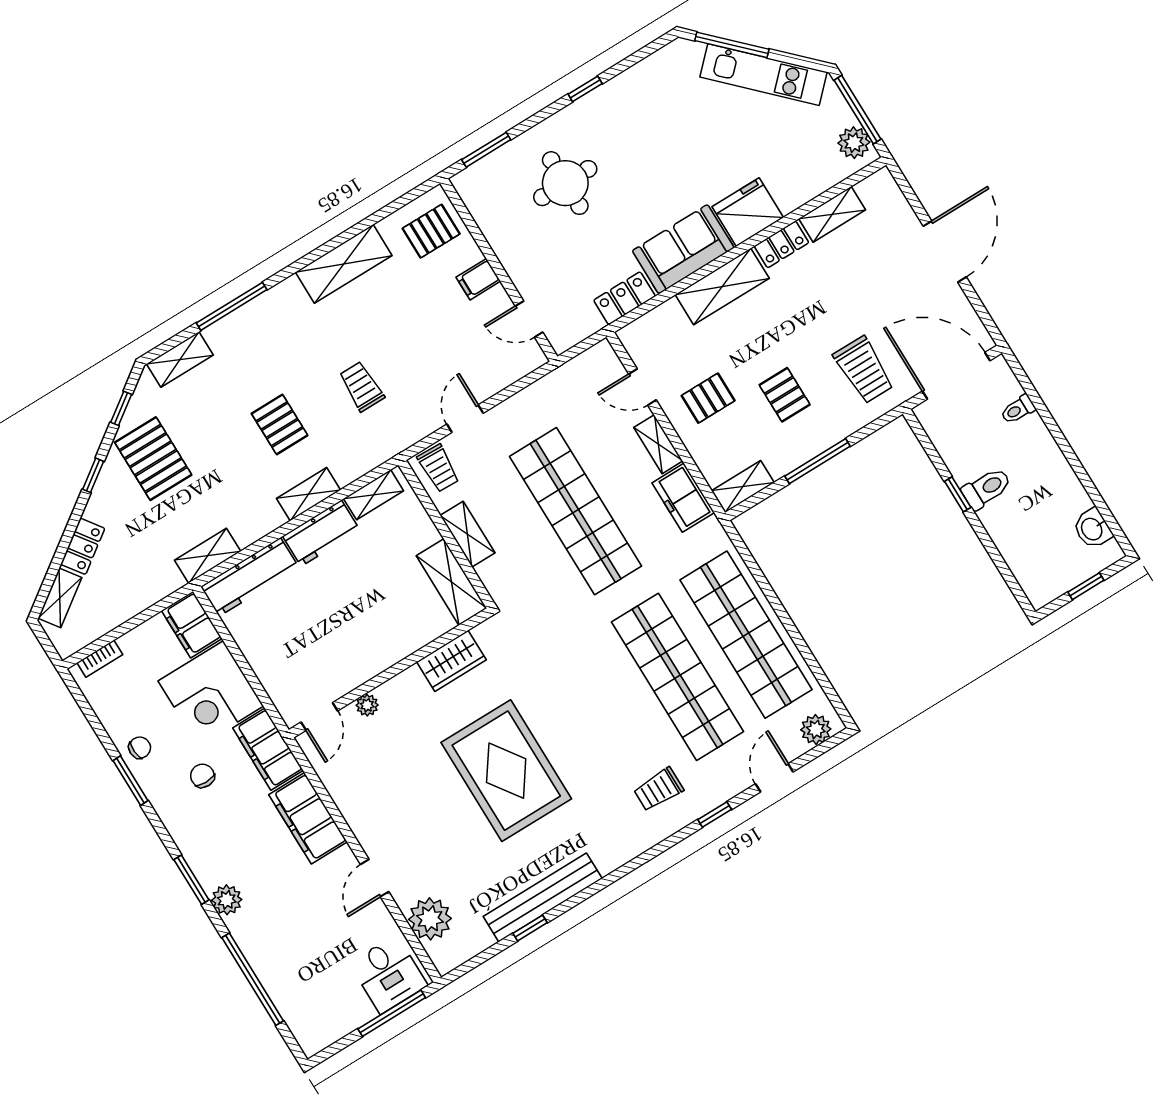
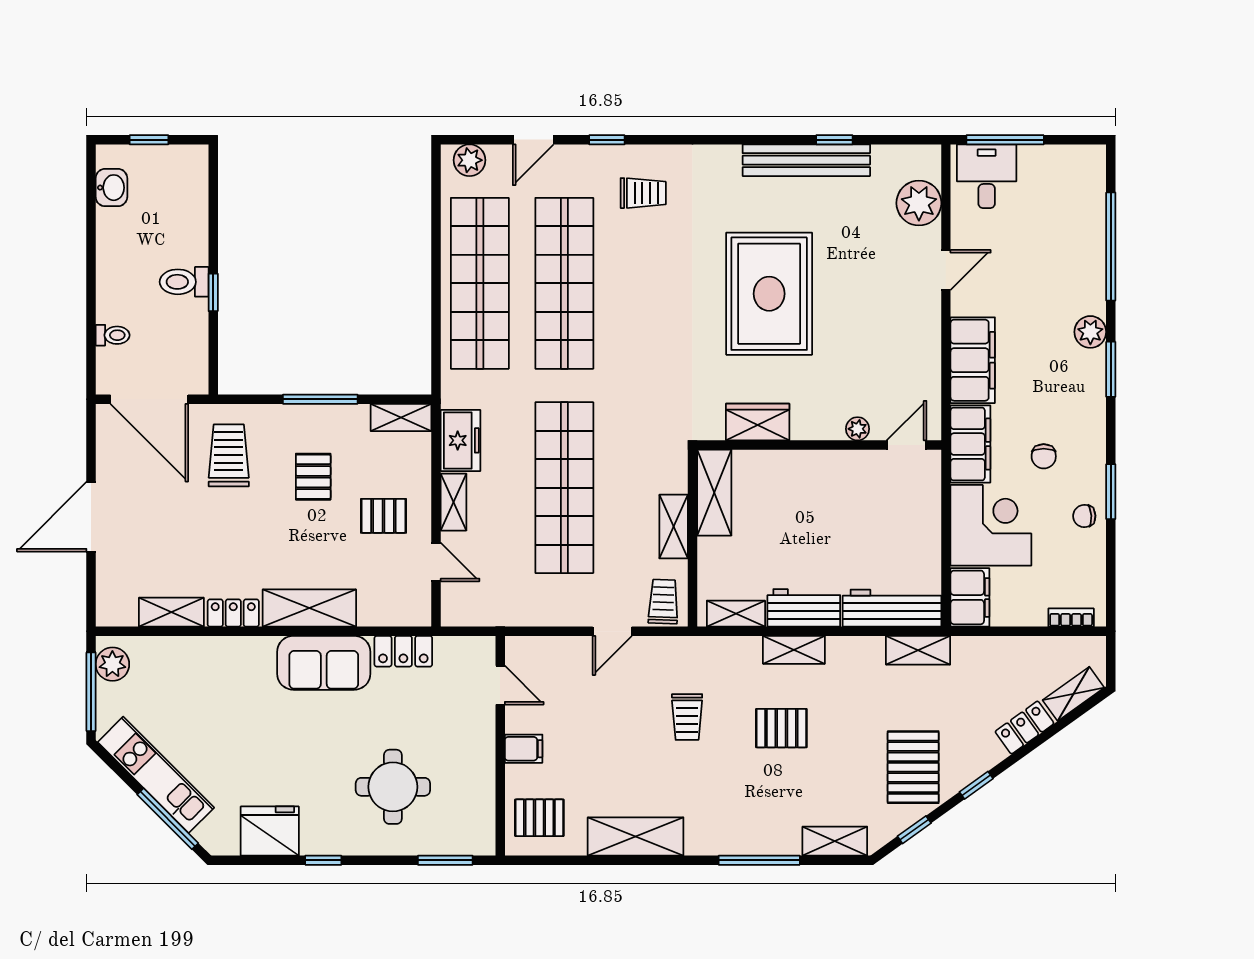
fridge: (748, 212) -> (270, 831), moved, turned 180
pallet: (280, 424) -> (781, 728), turned 90

